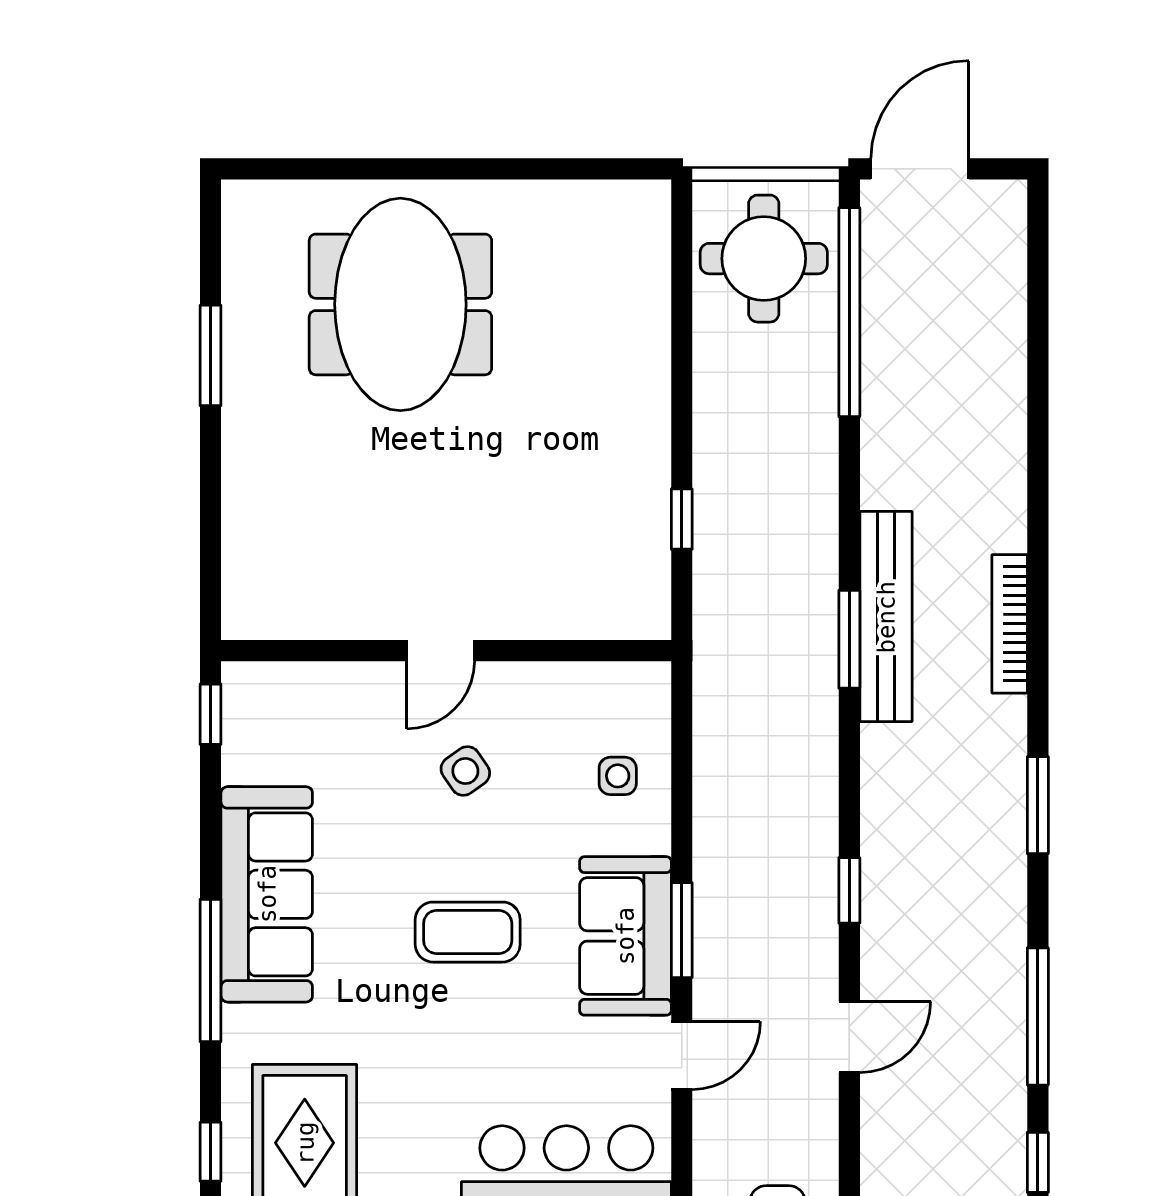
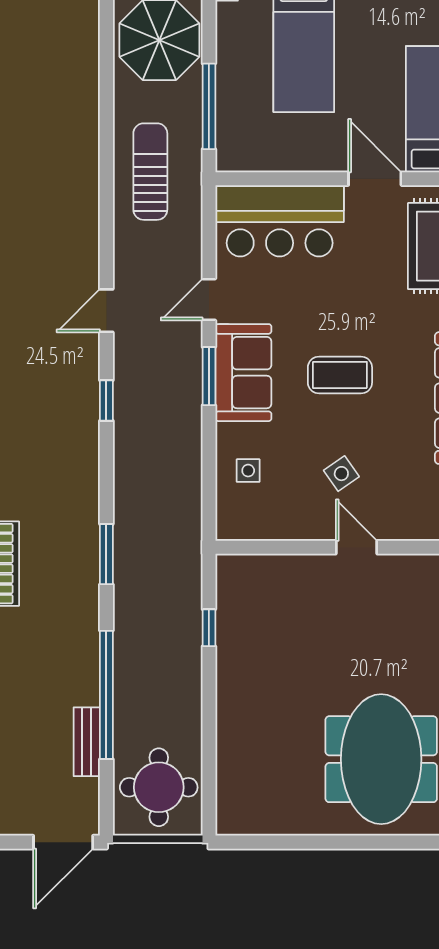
window: (849, 312) -> (106, 695), moved
bench: (886, 617) -> (87, 742), moved, width x0.54, depth x0.82
door: (441, 651) -> (356, 547), hinge flipped

